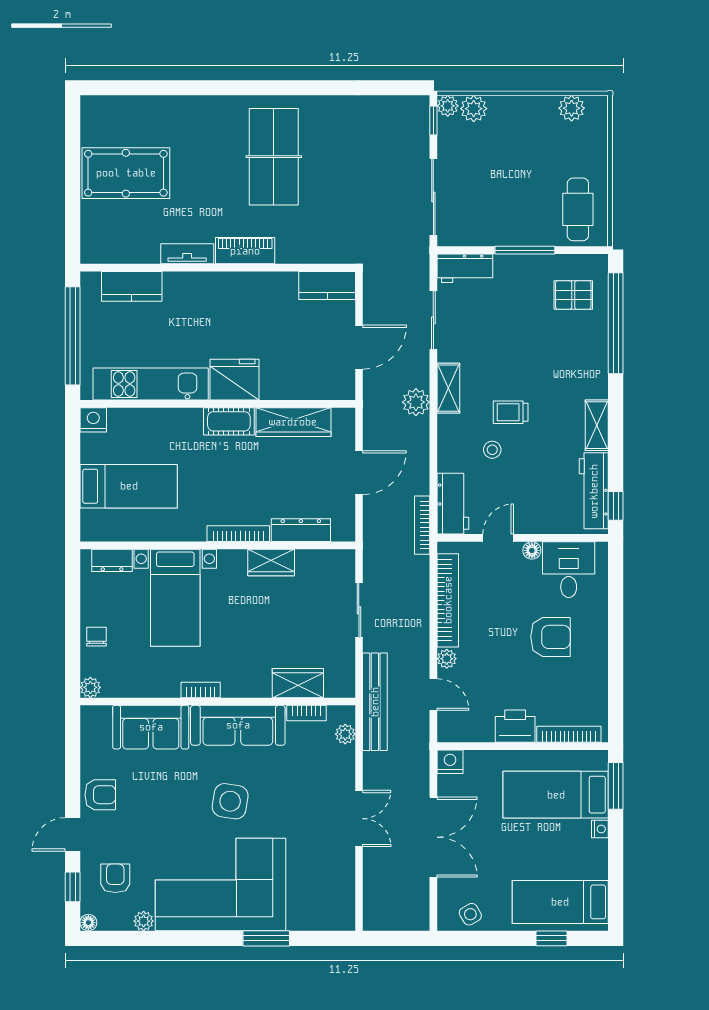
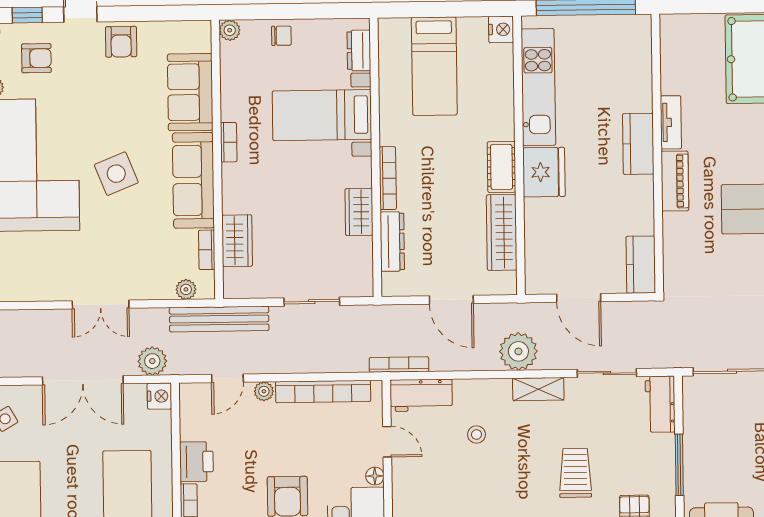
kitchen counter: (132, 286) -> (638, 144), moved
plant: (416, 402) -> (518, 351), width x1.36, depth x1.36
trolley: (511, 412) -> (575, 473), moved, width x1.36, depth x1.39
plant: (415, 768) -> (152, 361), added
side table: (230, 801) -> (116, 174), turned -31

